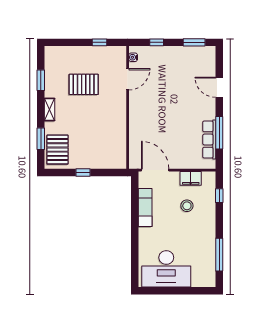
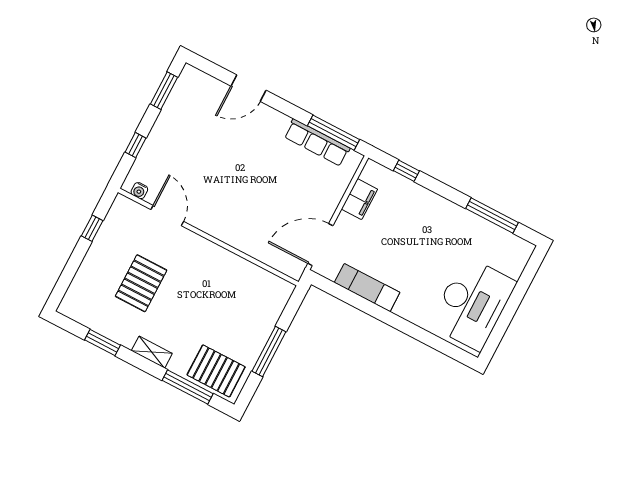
window: (219, 133) -> (333, 133), moved
window: (41, 139) -> (188, 387), width x1.44
window: (83, 173) -> (269, 352), width x2.17
stool: (187, 206) -> (396, 225), removed

